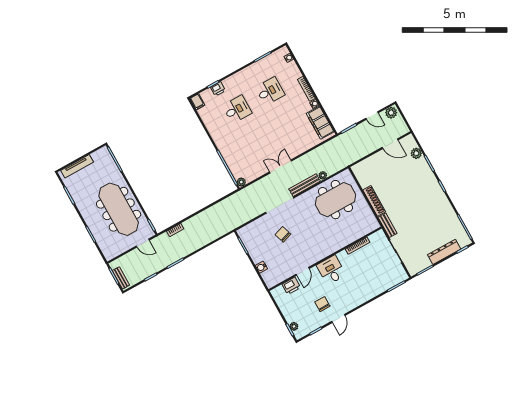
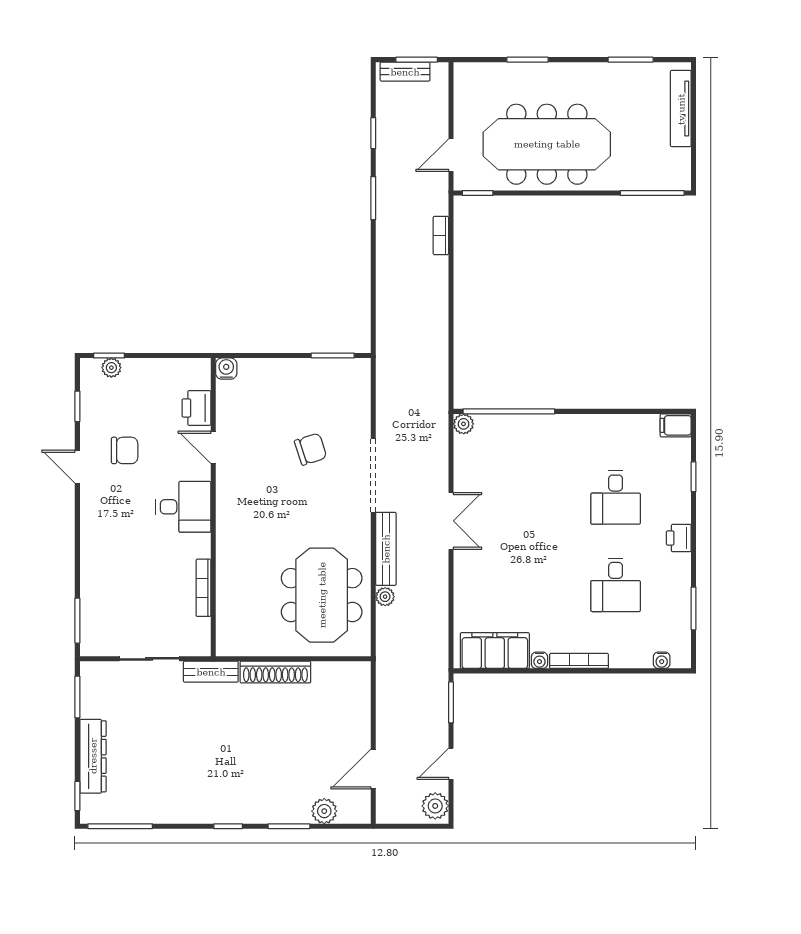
printer: (218, 89) -> (679, 538), moved
water cooler: (261, 267) -> (226, 369), moved

